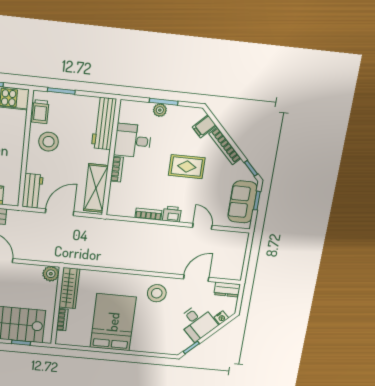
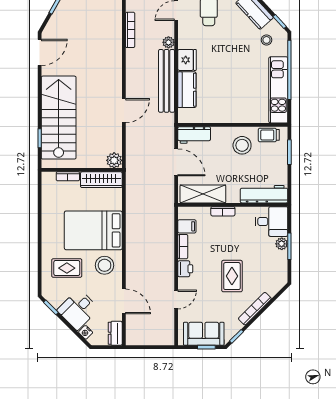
filing cabinet: (204, 126) -> (187, 226), moved, turned 135
desk: (133, 141) -> (272, 222), moved, turned 90
bed: (113, 322) -> (93, 230), moved, turned 180
rug: (154, 329) -> (67, 268), added

